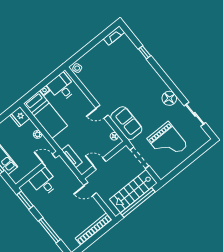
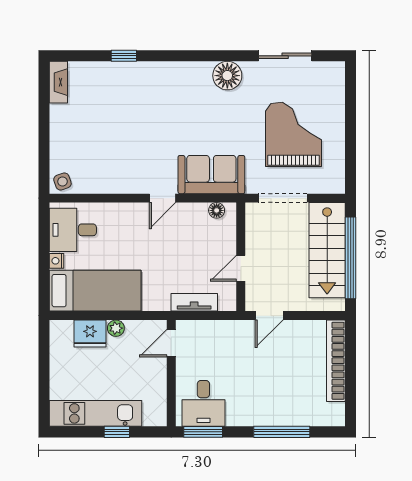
fridge: (20, 117) -> (90, 334), moved
grand piano: (167, 142) -> (294, 134), turned -90
desk: (44, 182) -> (203, 403), moved, turned -90

